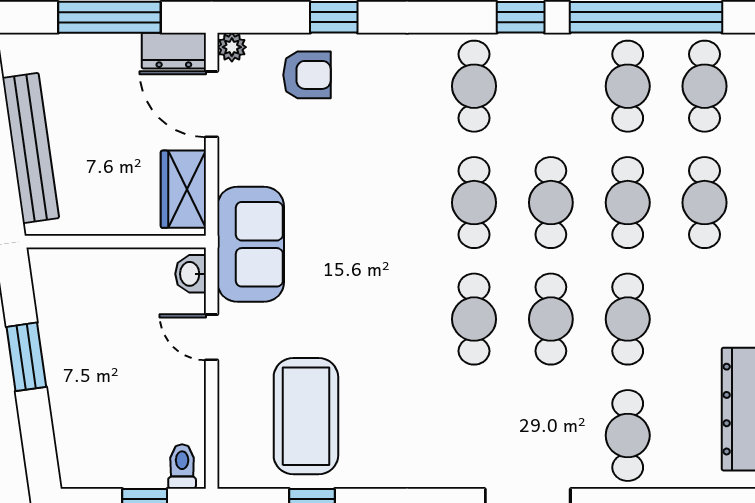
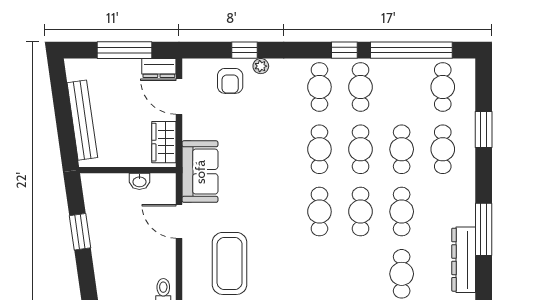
plant: (232, 47) -> (261, 66), moved
armchair: (307, 75) -> (230, 81), turned 90
cafe table: (628, 86) -> (361, 87), moved
washbasin: (191, 274) -> (139, 181), moved, turned -90
door: (212, 337) -> (179, 221), width x1.38

